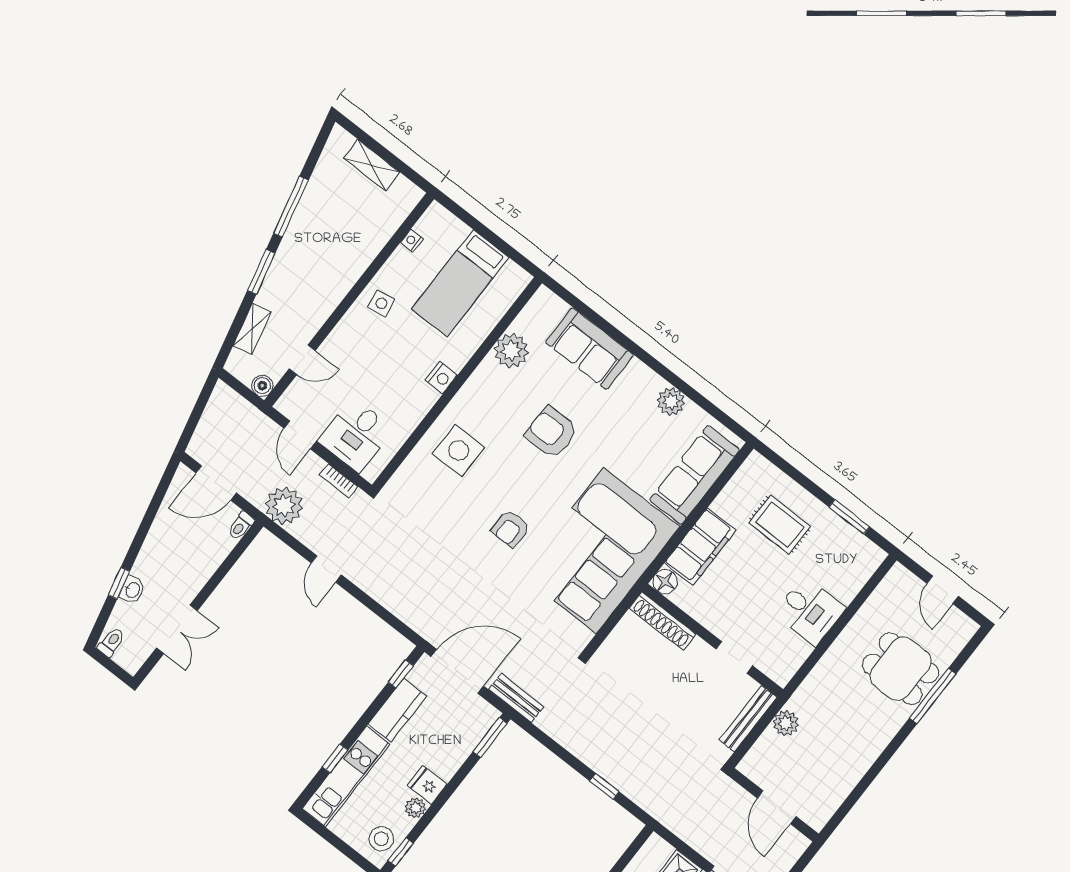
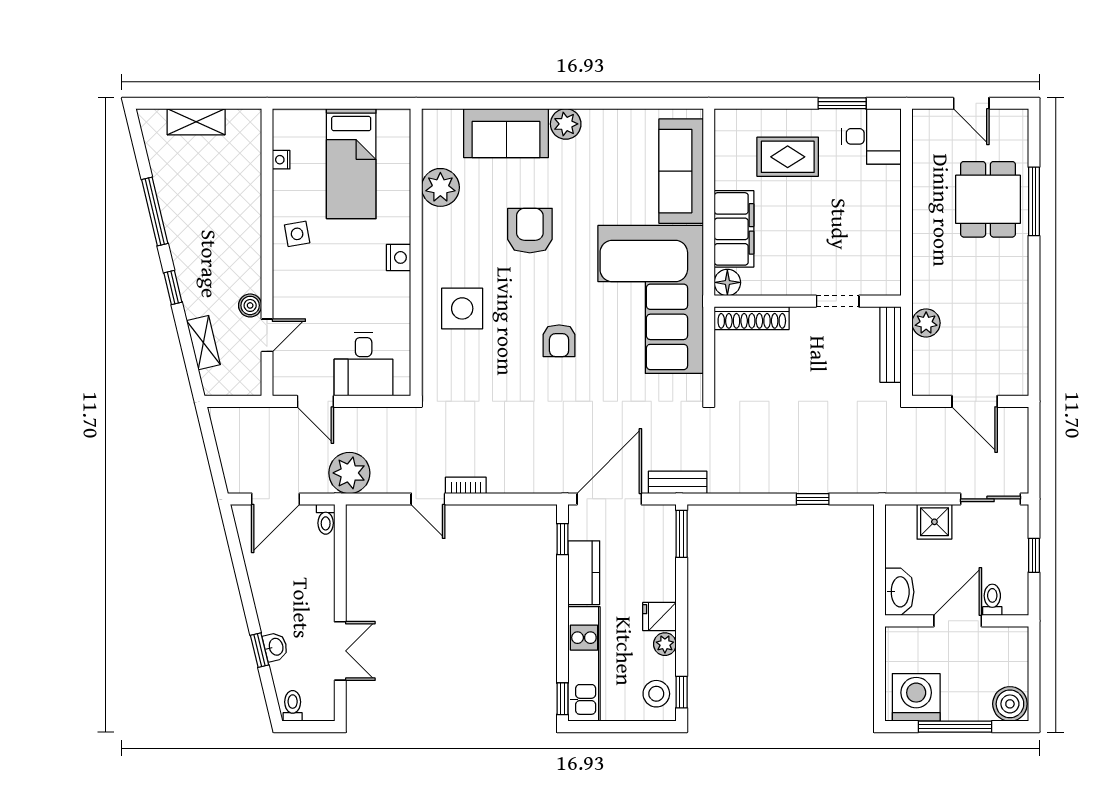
window: (261, 272) -> (173, 288), width x0.67
boiler: (262, 386) -> (250, 305), moved
plant: (671, 402) -> (566, 124), moved
armchair: (552, 432) -> (530, 231), turned 90
bookcase: (339, 481) -> (466, 485), moved, turned 180
desk: (810, 611) -> (871, 136), moved
dining table: (901, 669) -> (988, 199), turned 90
window: (335, 758) -> (562, 699), moved

